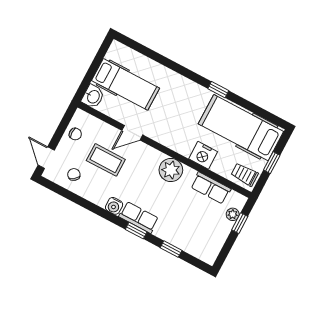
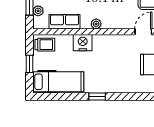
hospital bed: (241, 128) -> (58, 82), width x0.73, depth x0.78
plant: (171, 170) -> (96, 24), width x0.53, depth x0.53

